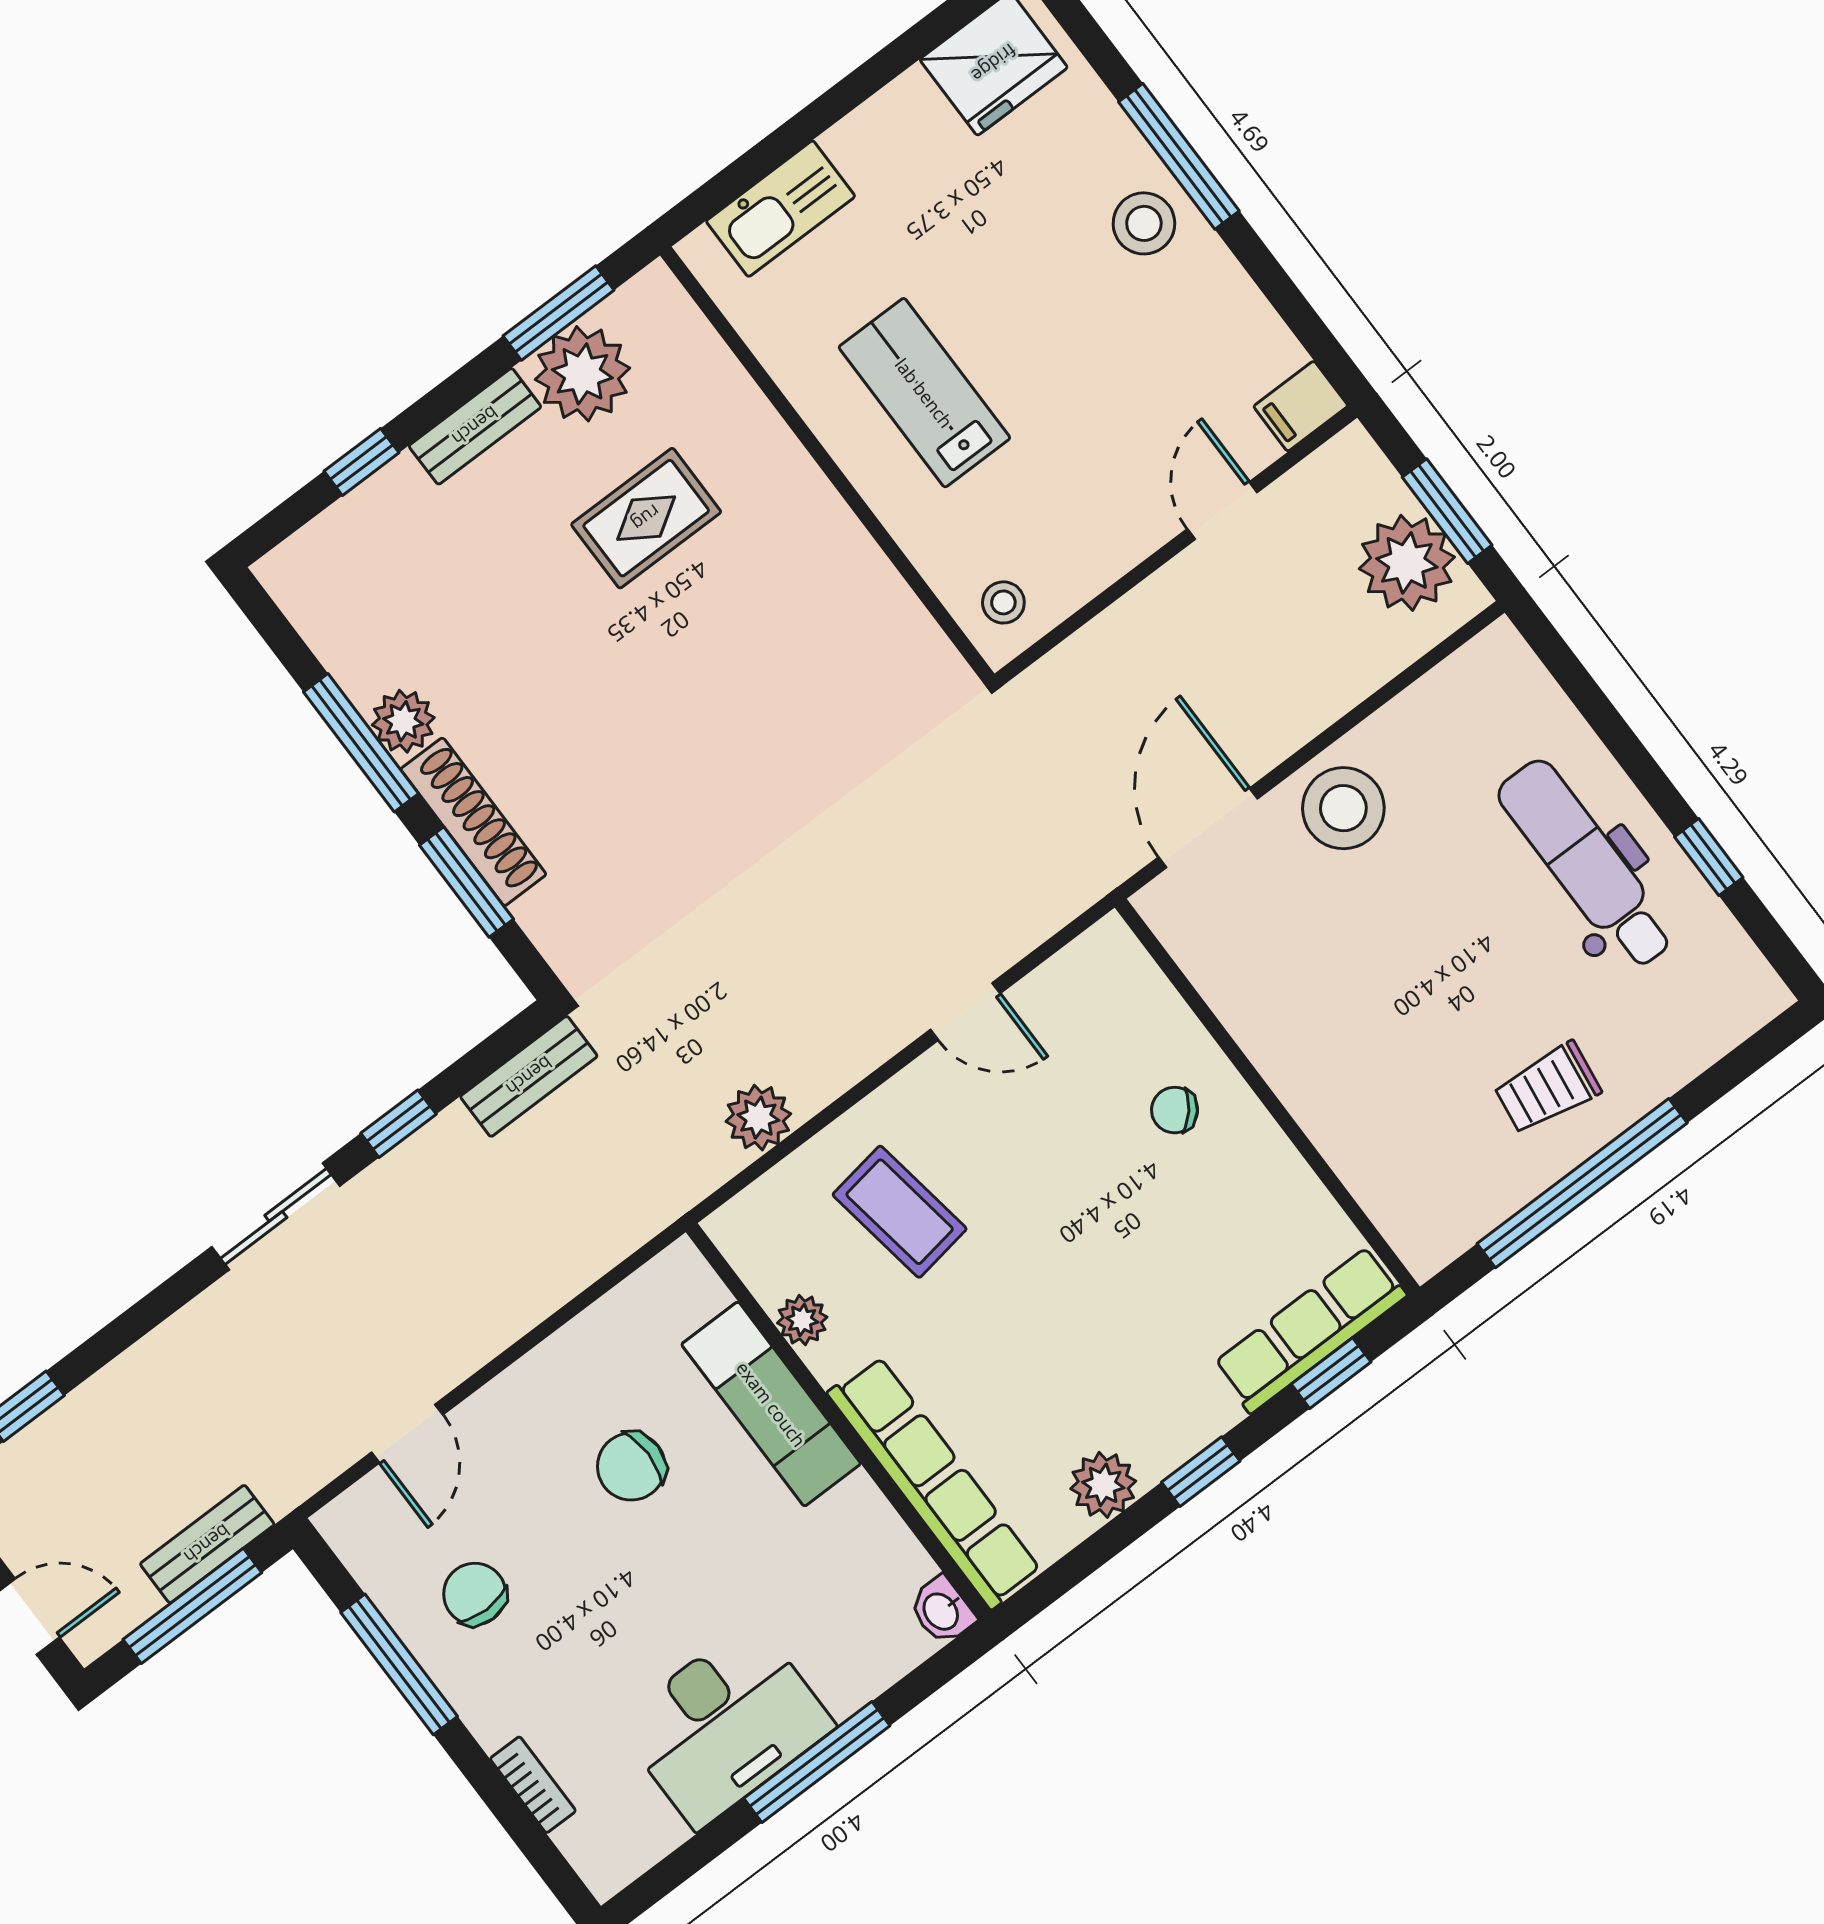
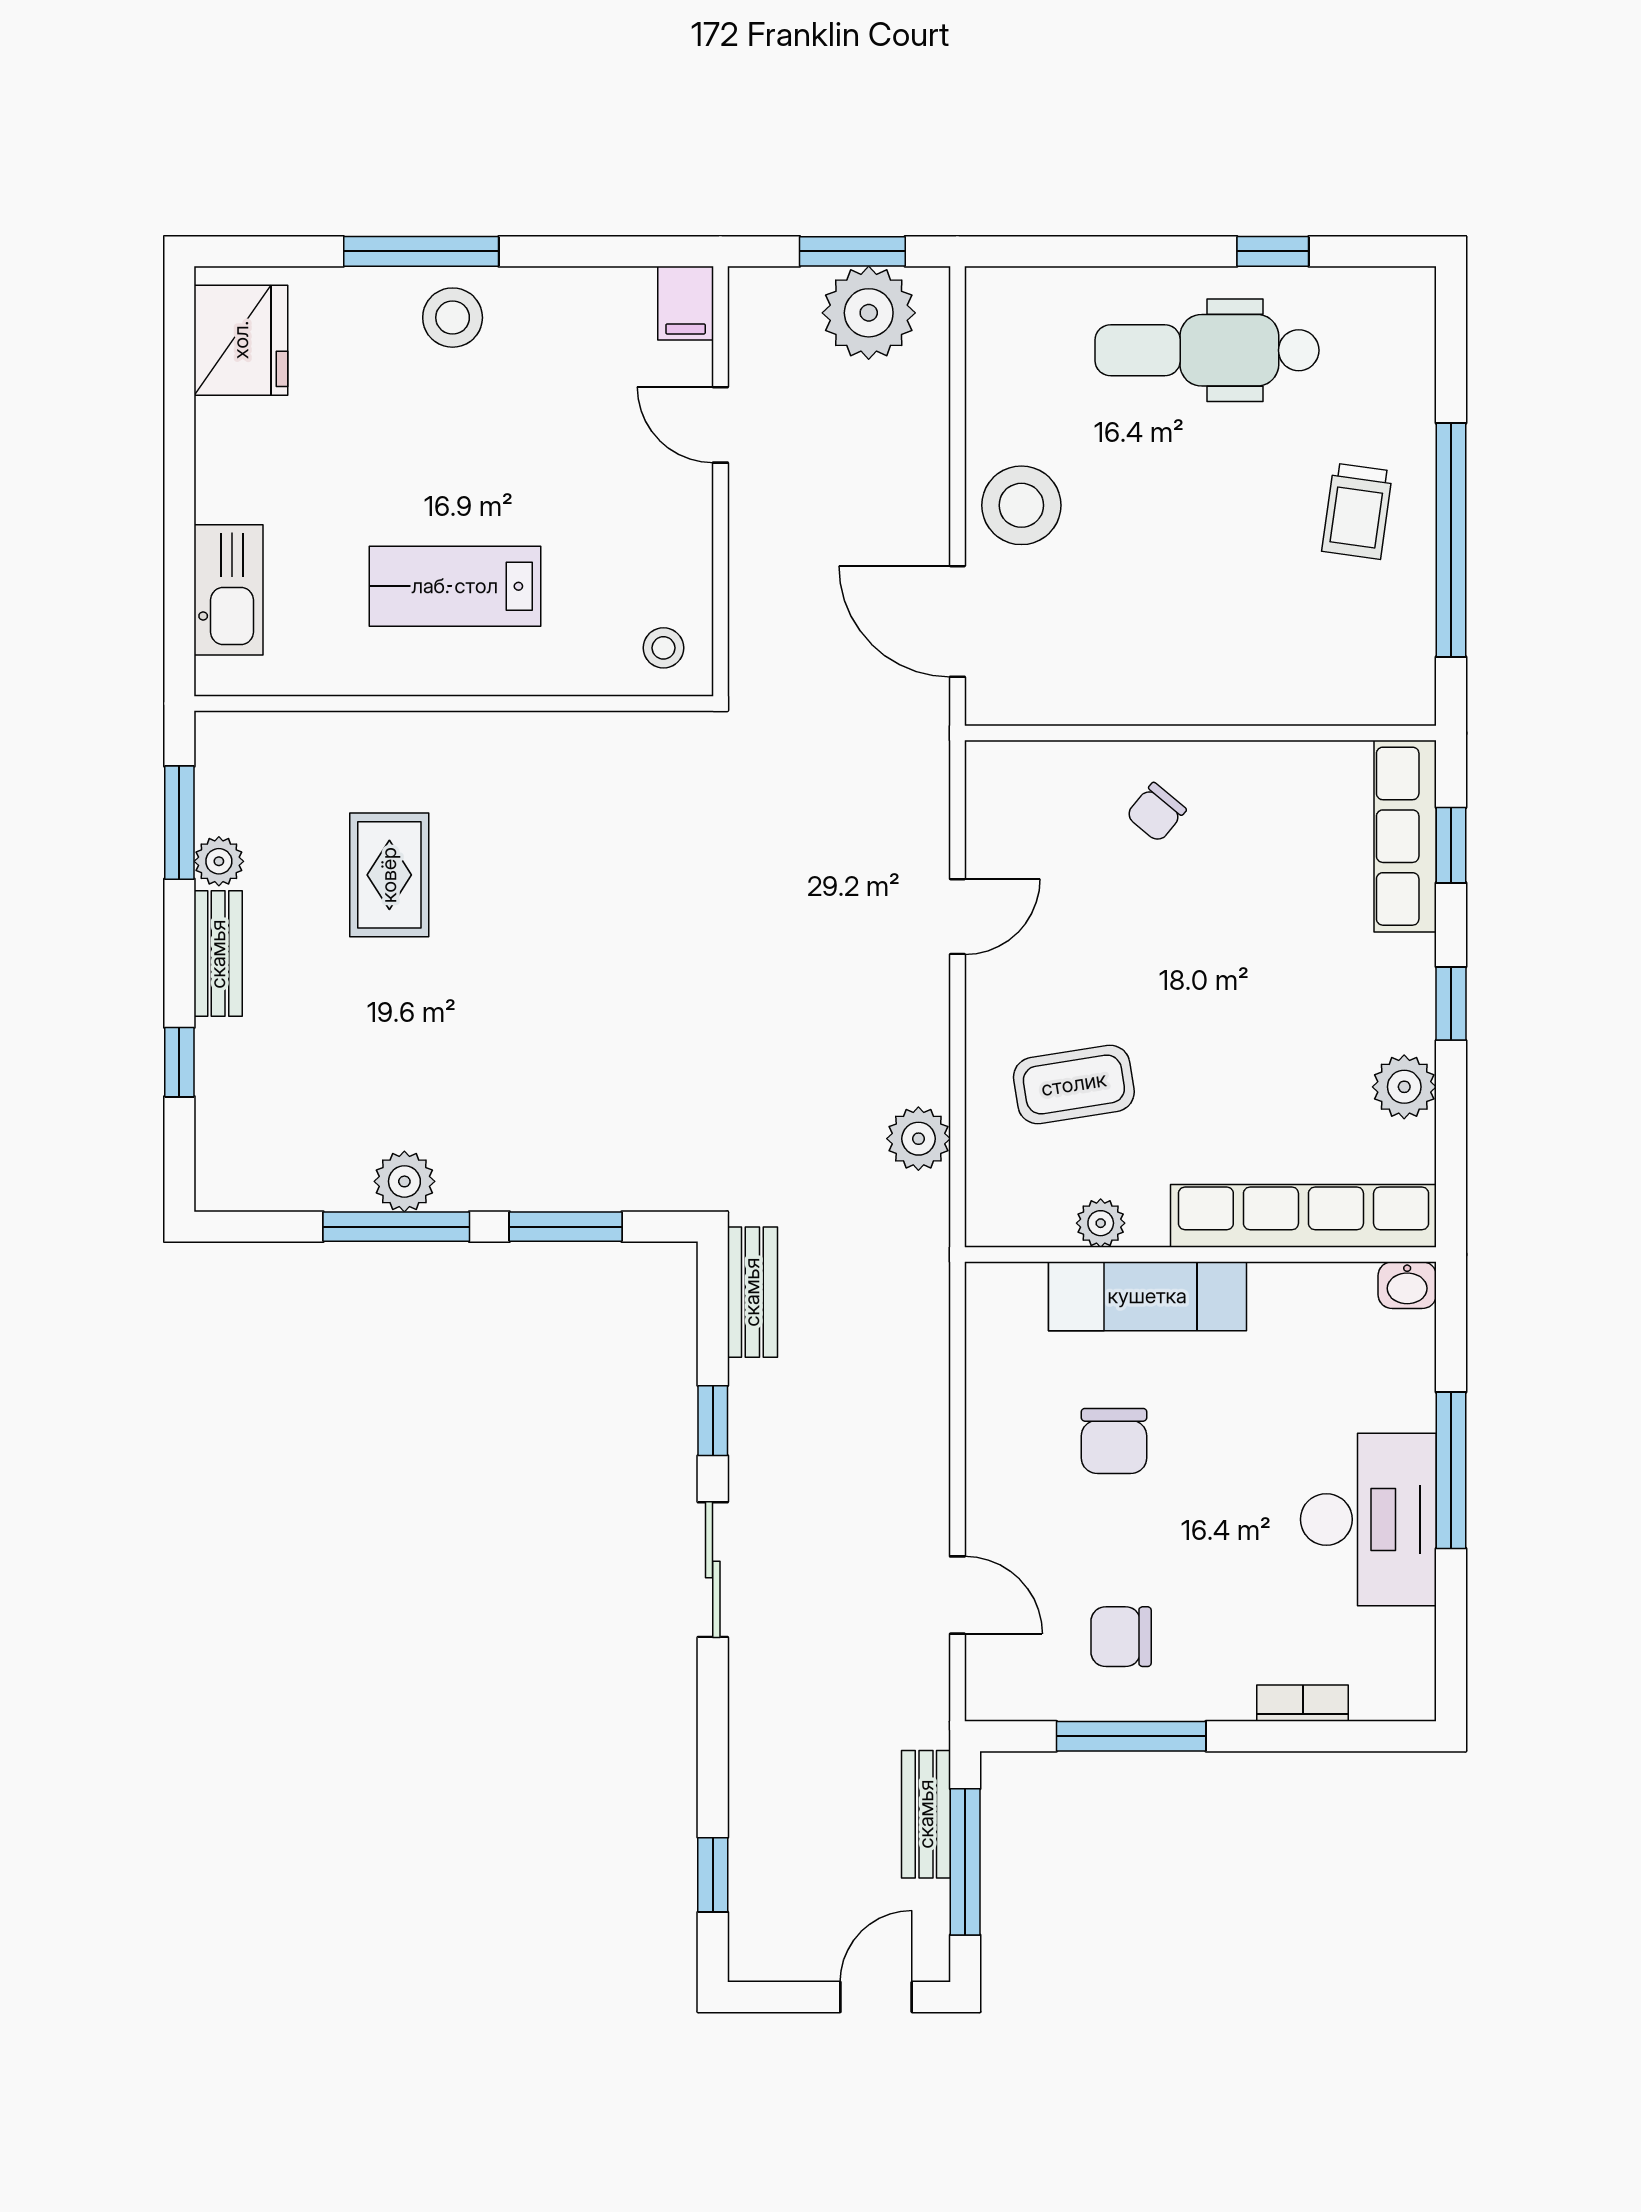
plant: (582, 374) -> (219, 861), width x0.53, depth x0.53
shoe rack: (473, 822) -> (523, 1186), removed

